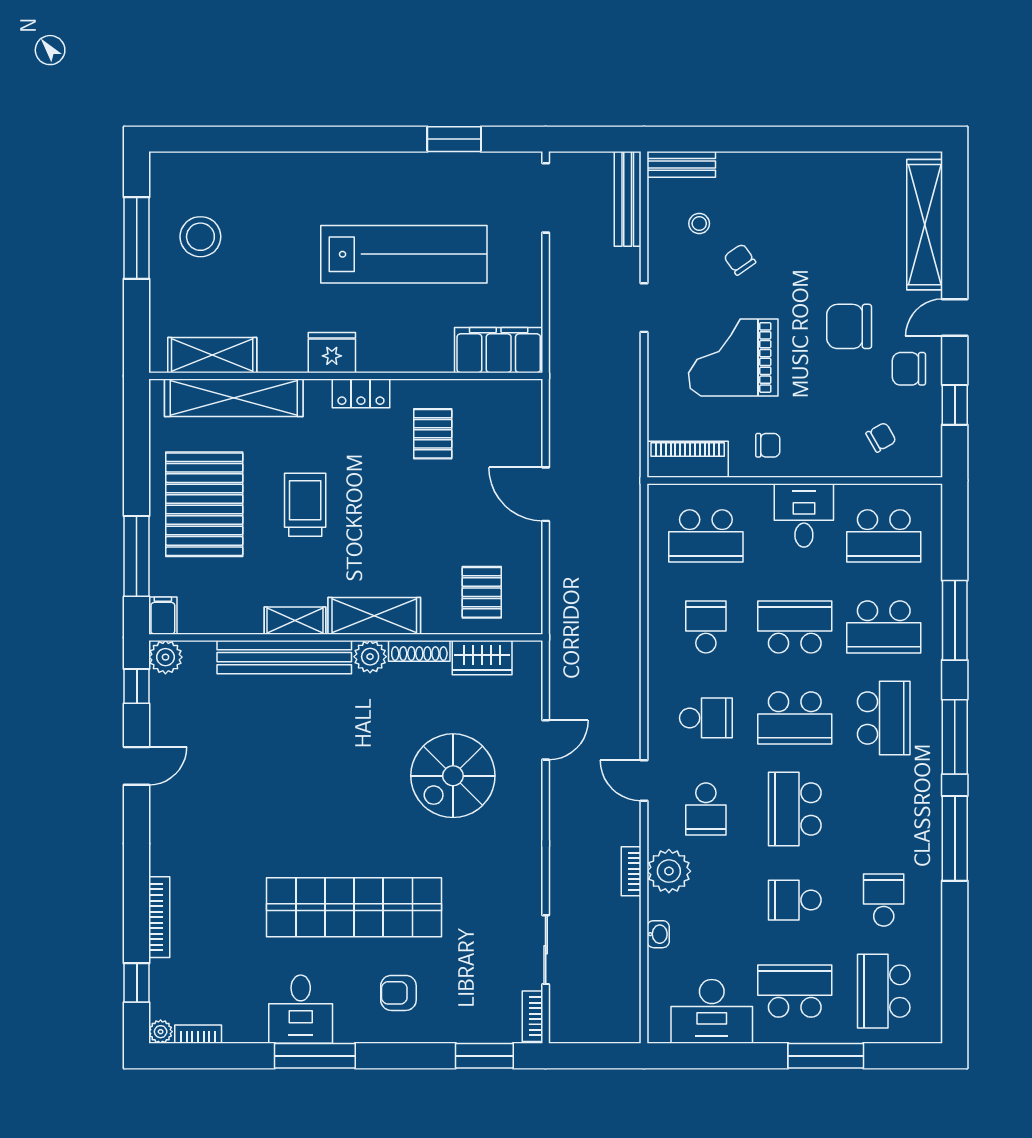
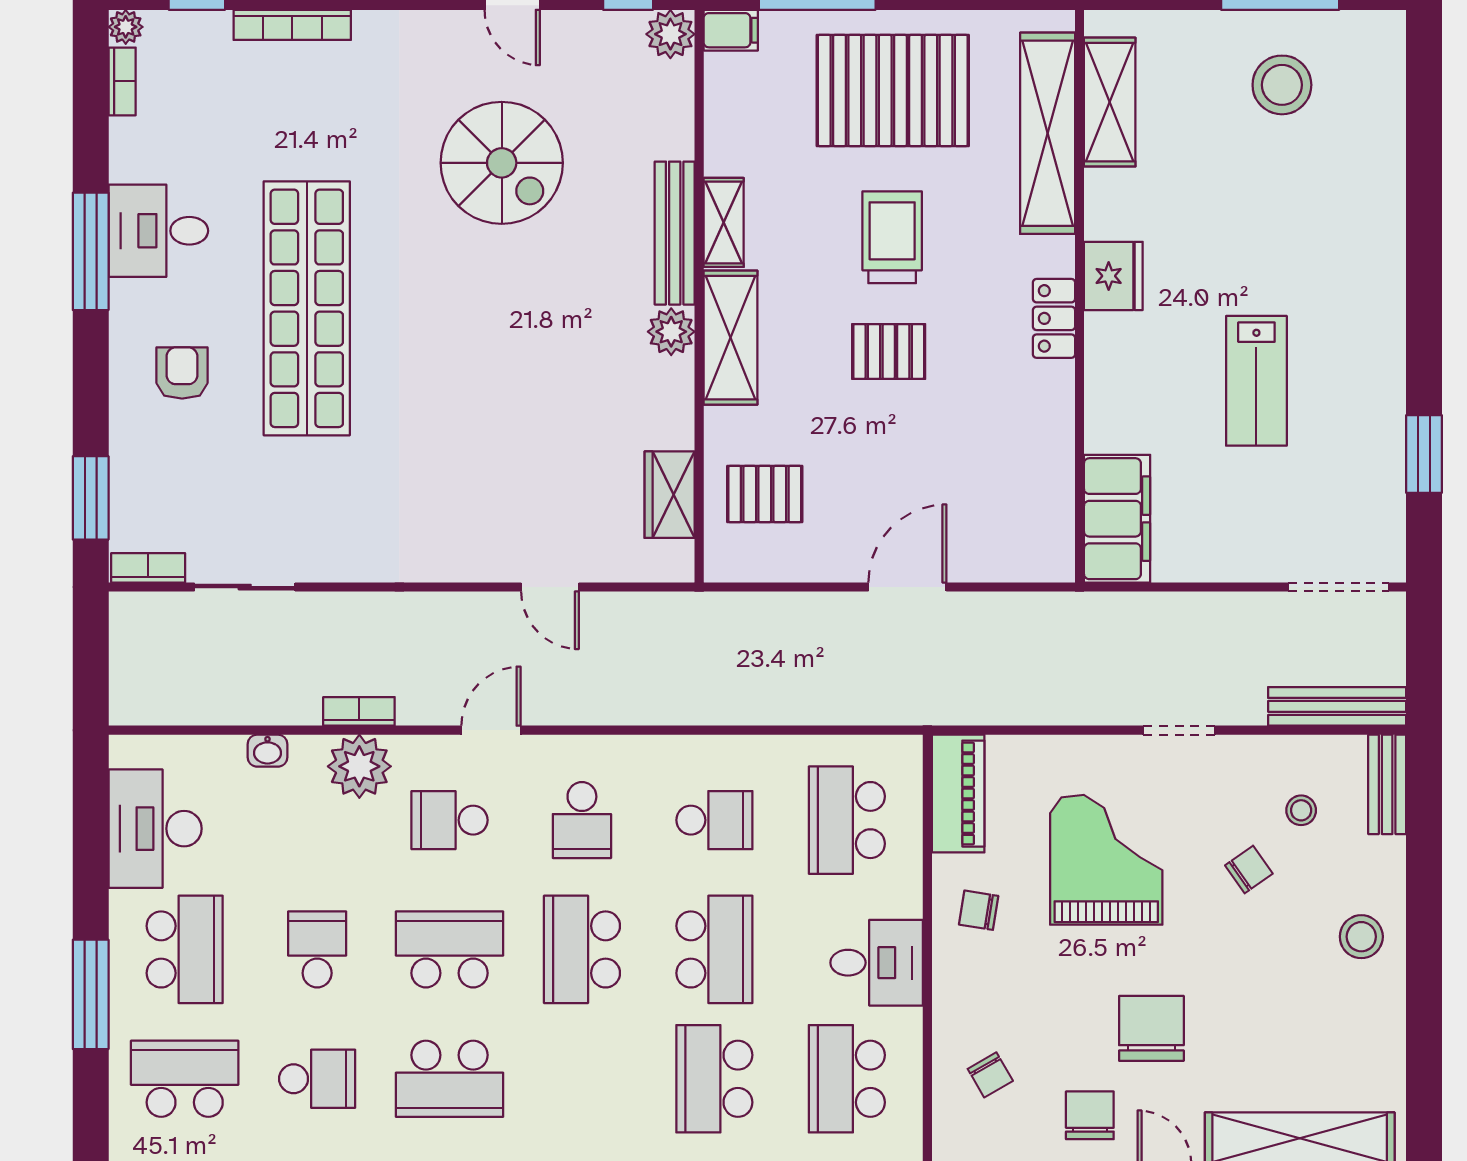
stool: (786, 182) -> (1361, 937), added
lab bench: (404, 254) -> (1256, 381), width x0.54, depth x0.72
pallet: (433, 434) -> (889, 352), moved
chair: (768, 445) -> (979, 910), turned 99
trolley: (305, 505) -> (892, 237), turned -90
shoe rack: (419, 651) -> (680, 403), removed
bench: (284, 657) -> (675, 233), width x0.73, depth x0.82
school desk: (884, 718) -> (450, 1079), moved
spiral stairs: (453, 776) -> (502, 163), moved, turned 180

